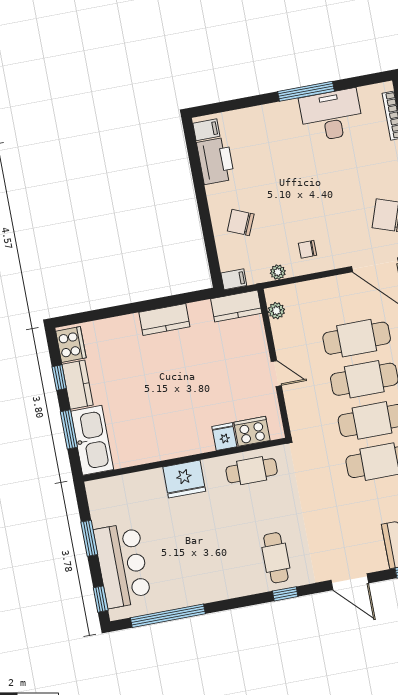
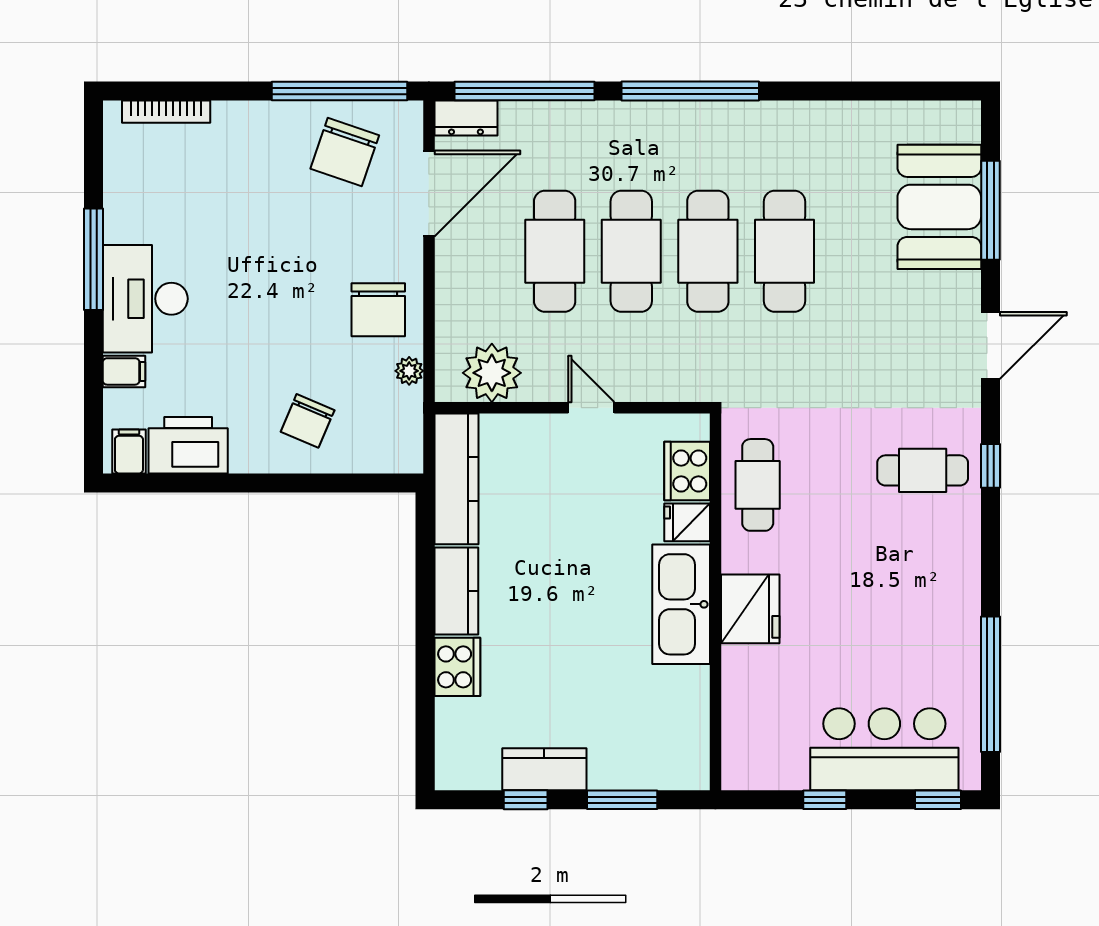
desk: (331, 115) -> (145, 299), moved
chair: (307, 249) -> (378, 310), width x1.87, depth x1.87
filing cabinet: (234, 279) -> (124, 371), moved, turned 90
kitchen counter: (236, 306) -> (456, 479), width x1.50
plant: (276, 311) -> (492, 373), width x1.88, depth x1.88
cooker: (71, 345) -> (457, 667), moved, turned 90
door: (276, 374) -> (591, 408), hinge flipped
kitchen sink: (92, 440) -> (681, 604), moved, turned -90
window: (89, 538) -> (825, 800), width x0.67

